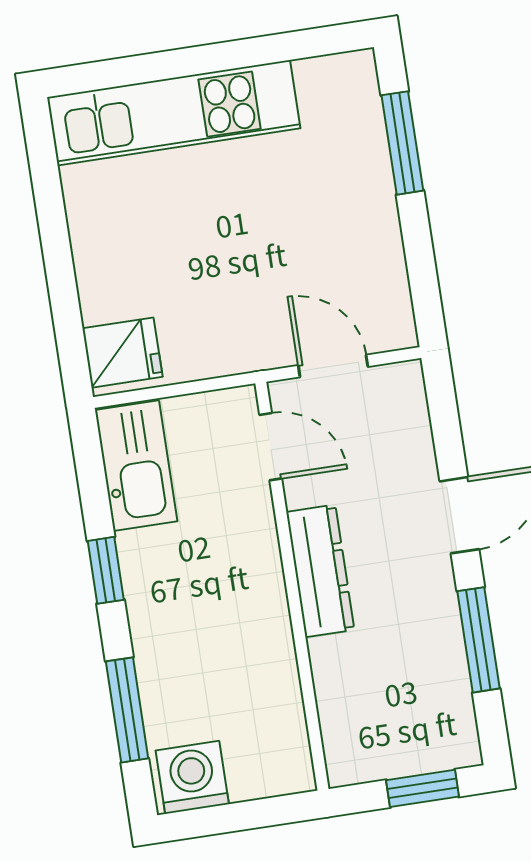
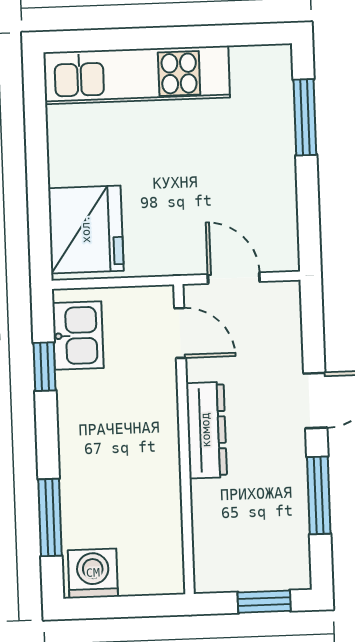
fridge: (122, 353) -> (86, 229), width x1.88, depth x1.34
kitchen sink: (136, 466) -> (78, 336), width x0.73
window: (106, 570) -> (44, 367), moved

